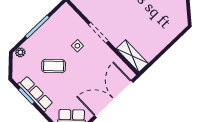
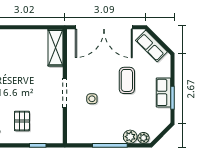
plant: (30, 45) -> (130, 137), added
coffee table: (54, 66) -> (127, 80), moved, turned 45
row of seats: (35, 94) -> (163, 92), width x0.68

